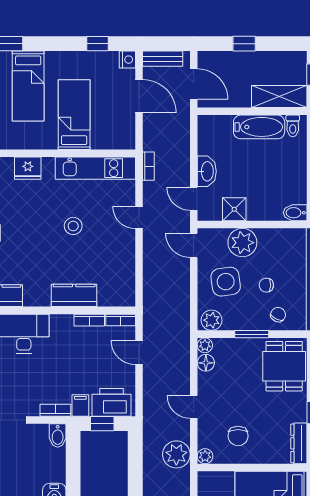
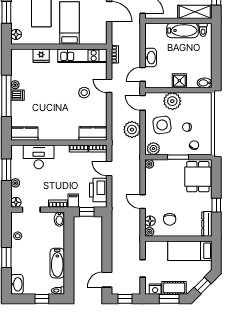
door: (194, 199) -> (143, 74), hinge flipped
shower: (234, 209) -> (179, 81), moved
stool: (73, 226) -> (84, 93), moved
kitchen counter: (74, 295) -> (93, 133), moved
floor lamp: (206, 363) -> (150, 221), moved
printer: (111, 402) -> (98, 190), moved, turned -90
plant: (176, 454) -> (132, 130), moved

